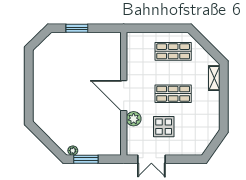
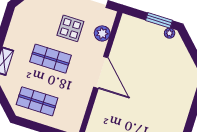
plant: (134, 119) -> (102, 33), moved

